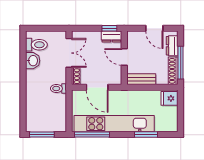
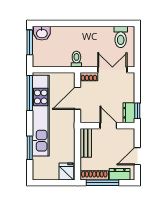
double door: (69, 53) -> (112, 70), swing flipped
door: (124, 57) -> (108, 126), hinge flipped
washbasin: (33, 61) -> (42, 33), moved

